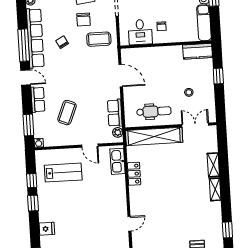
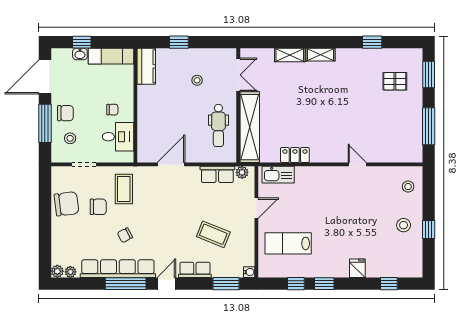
dental chair: (154, 111) -> (218, 125), turned 180
double door: (195, 125) -> (238, 75), swing flipped
lab bench: (63, 173) -> (288, 243), turned -90

